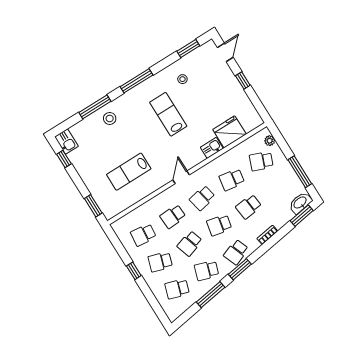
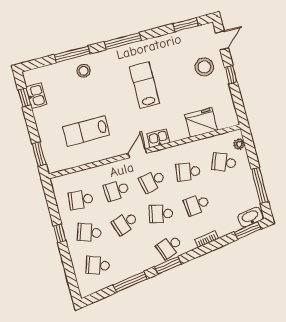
stool: (182, 79) -> (204, 67), moved, width x1.89, depth x1.89
kitchen sink: (66, 141) -> (36, 96), moved
kitchen sink: (212, 148) -> (158, 138), moved
school desk: (207, 270) -> (134, 256), removed

